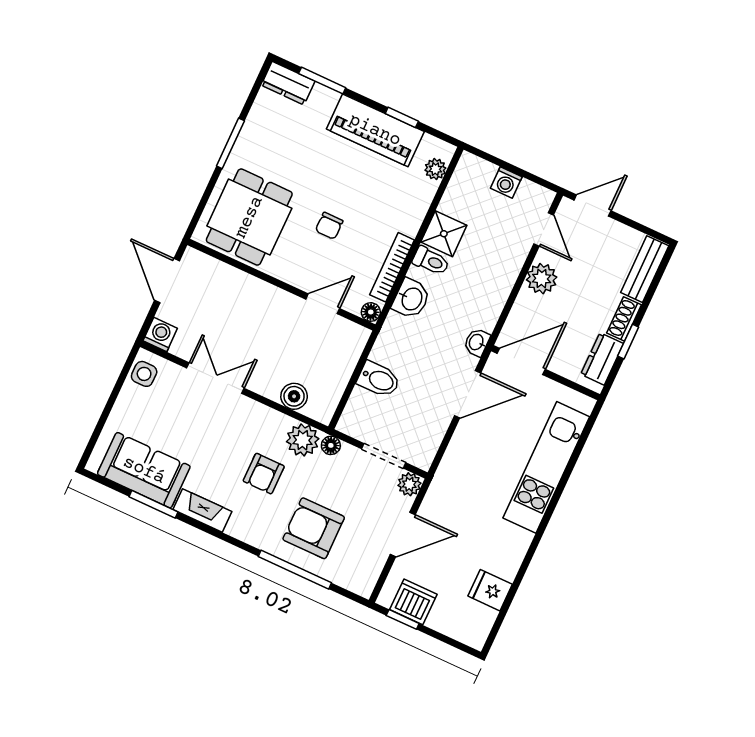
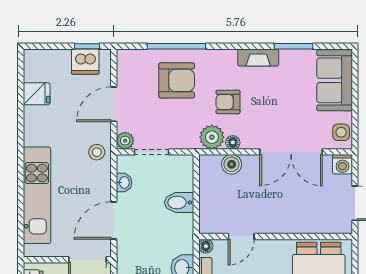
washbasin: (477, 342) -> (124, 183), moved
double door: (215, 378) -> (291, 152), width x1.37
floor lamp: (331, 445) -> (233, 142), moved
sofa: (144, 470) -> (335, 80), moved, turned 90
armchair: (264, 474) -> (228, 102), turned -90
stool: (450, 486) -> (97, 152), added

